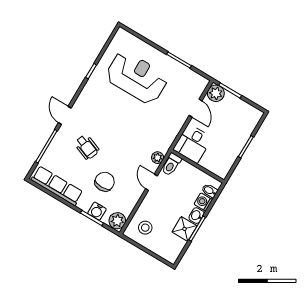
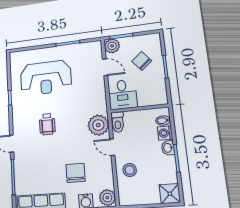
reception desk: (137, 77) -> (46, 78), turned 180
chair: (230, 127) -> (142, 61), added
wheelchair: (87, 147) -> (47, 124), moved, turned 69
plant: (158, 158) -> (98, 125), width x1.87, depth x1.87
stool: (145, 228) -> (130, 170), moved
shower: (184, 229) -> (170, 194), moved

